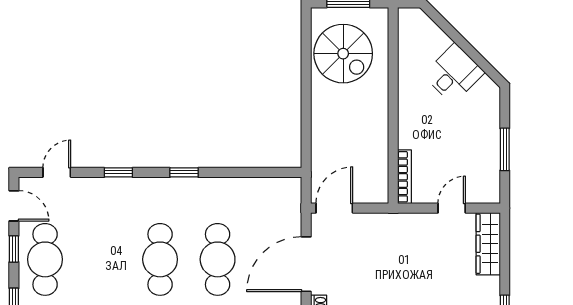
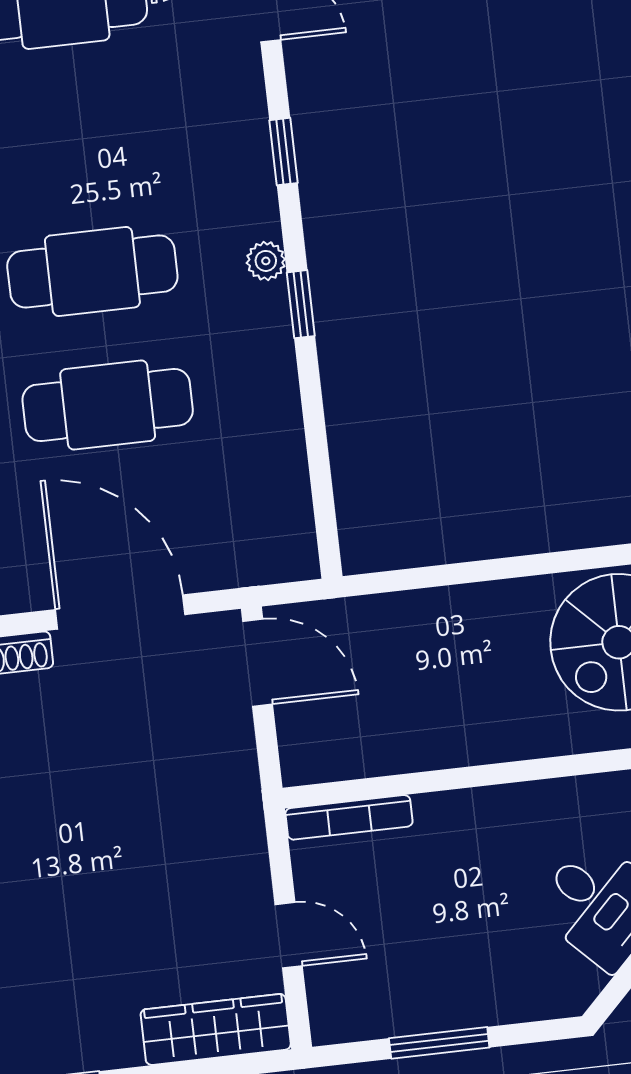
plant: (164, 185) -> (266, 261), added

